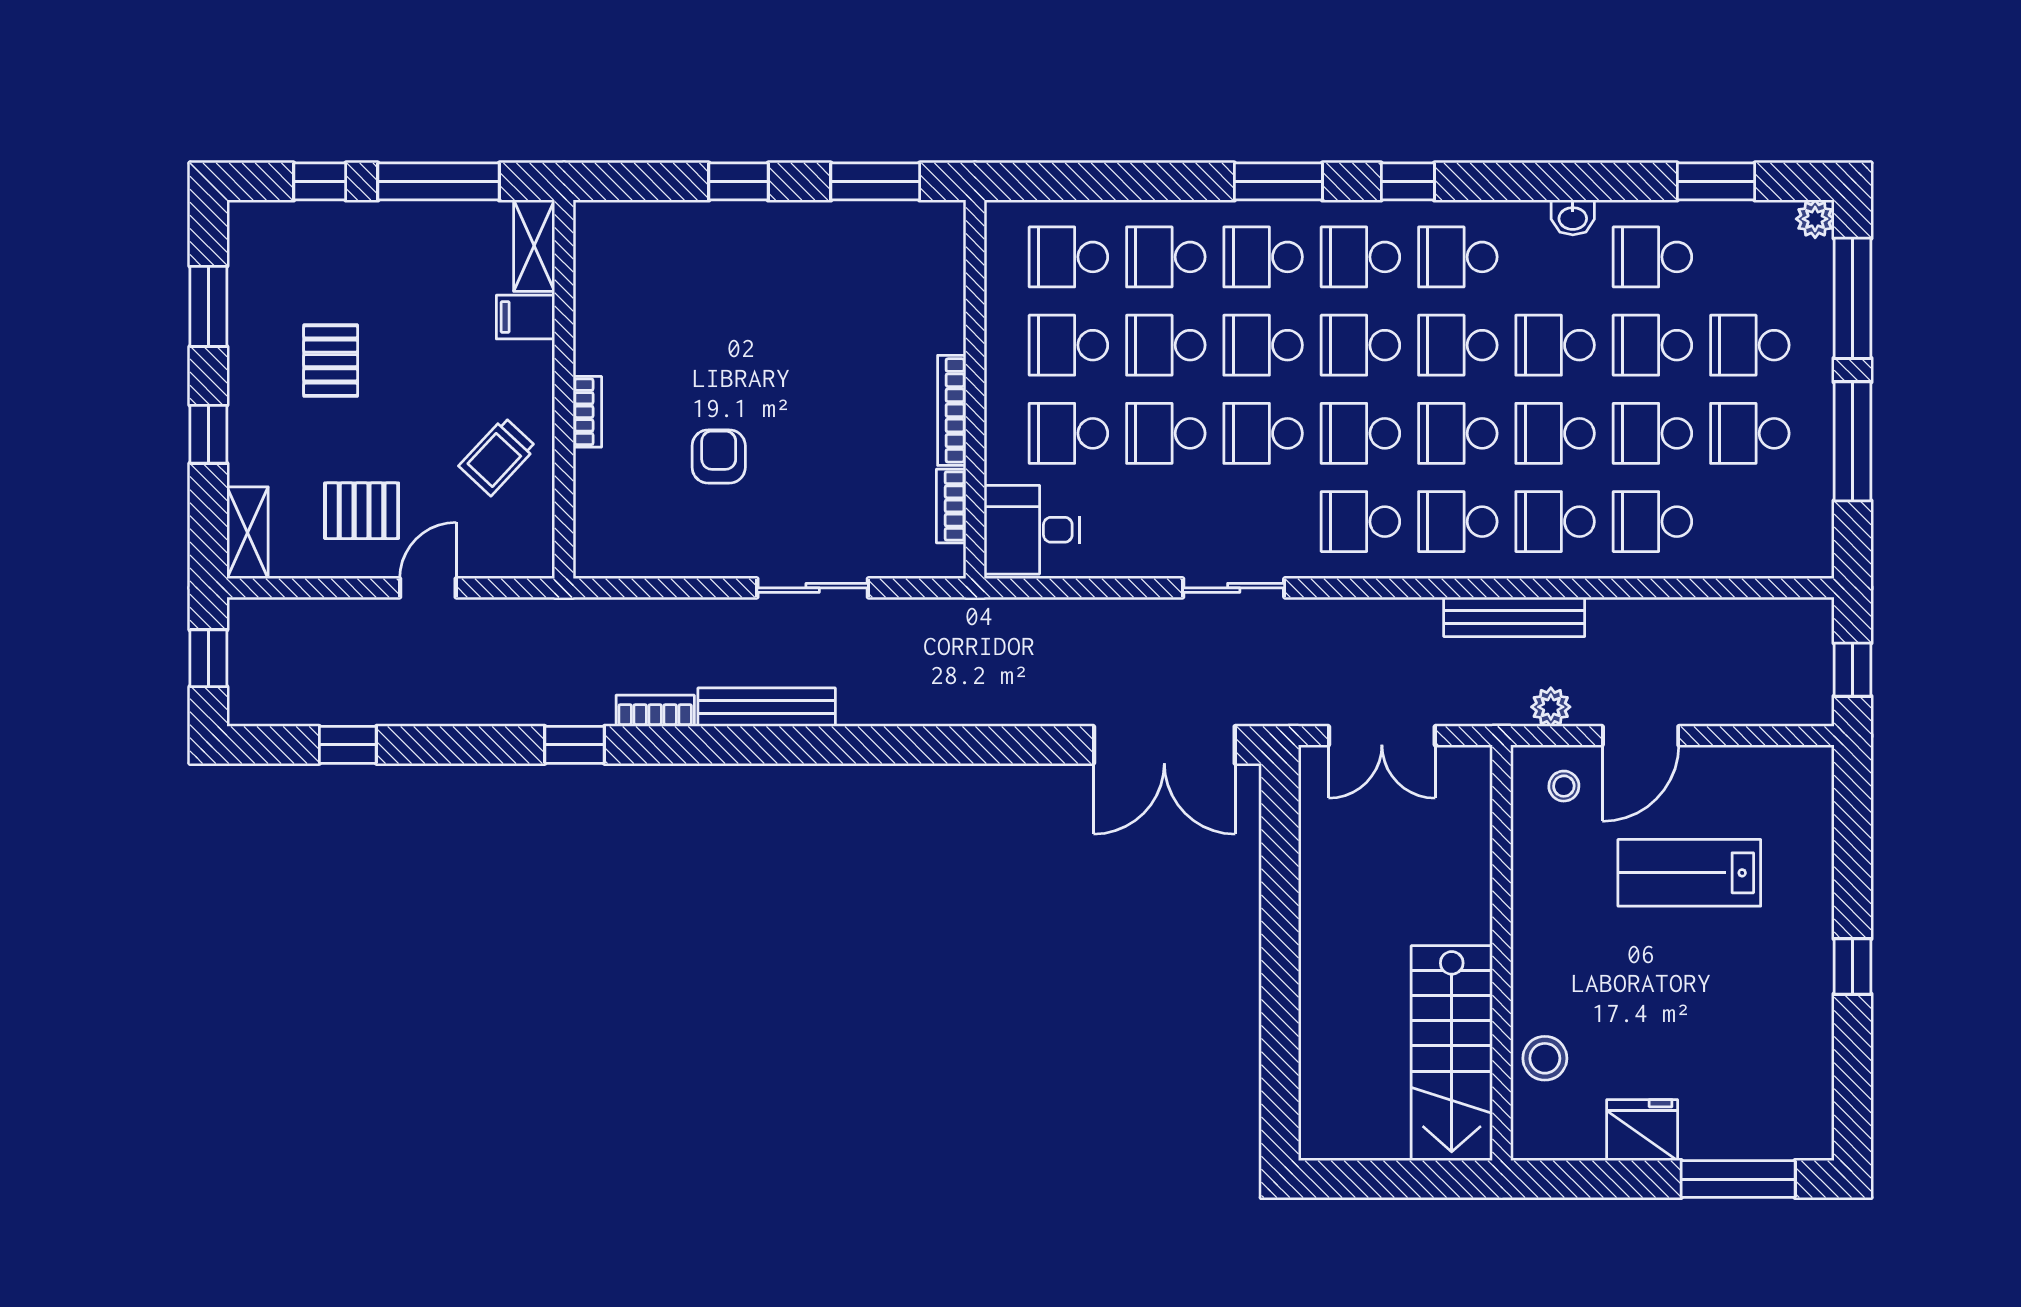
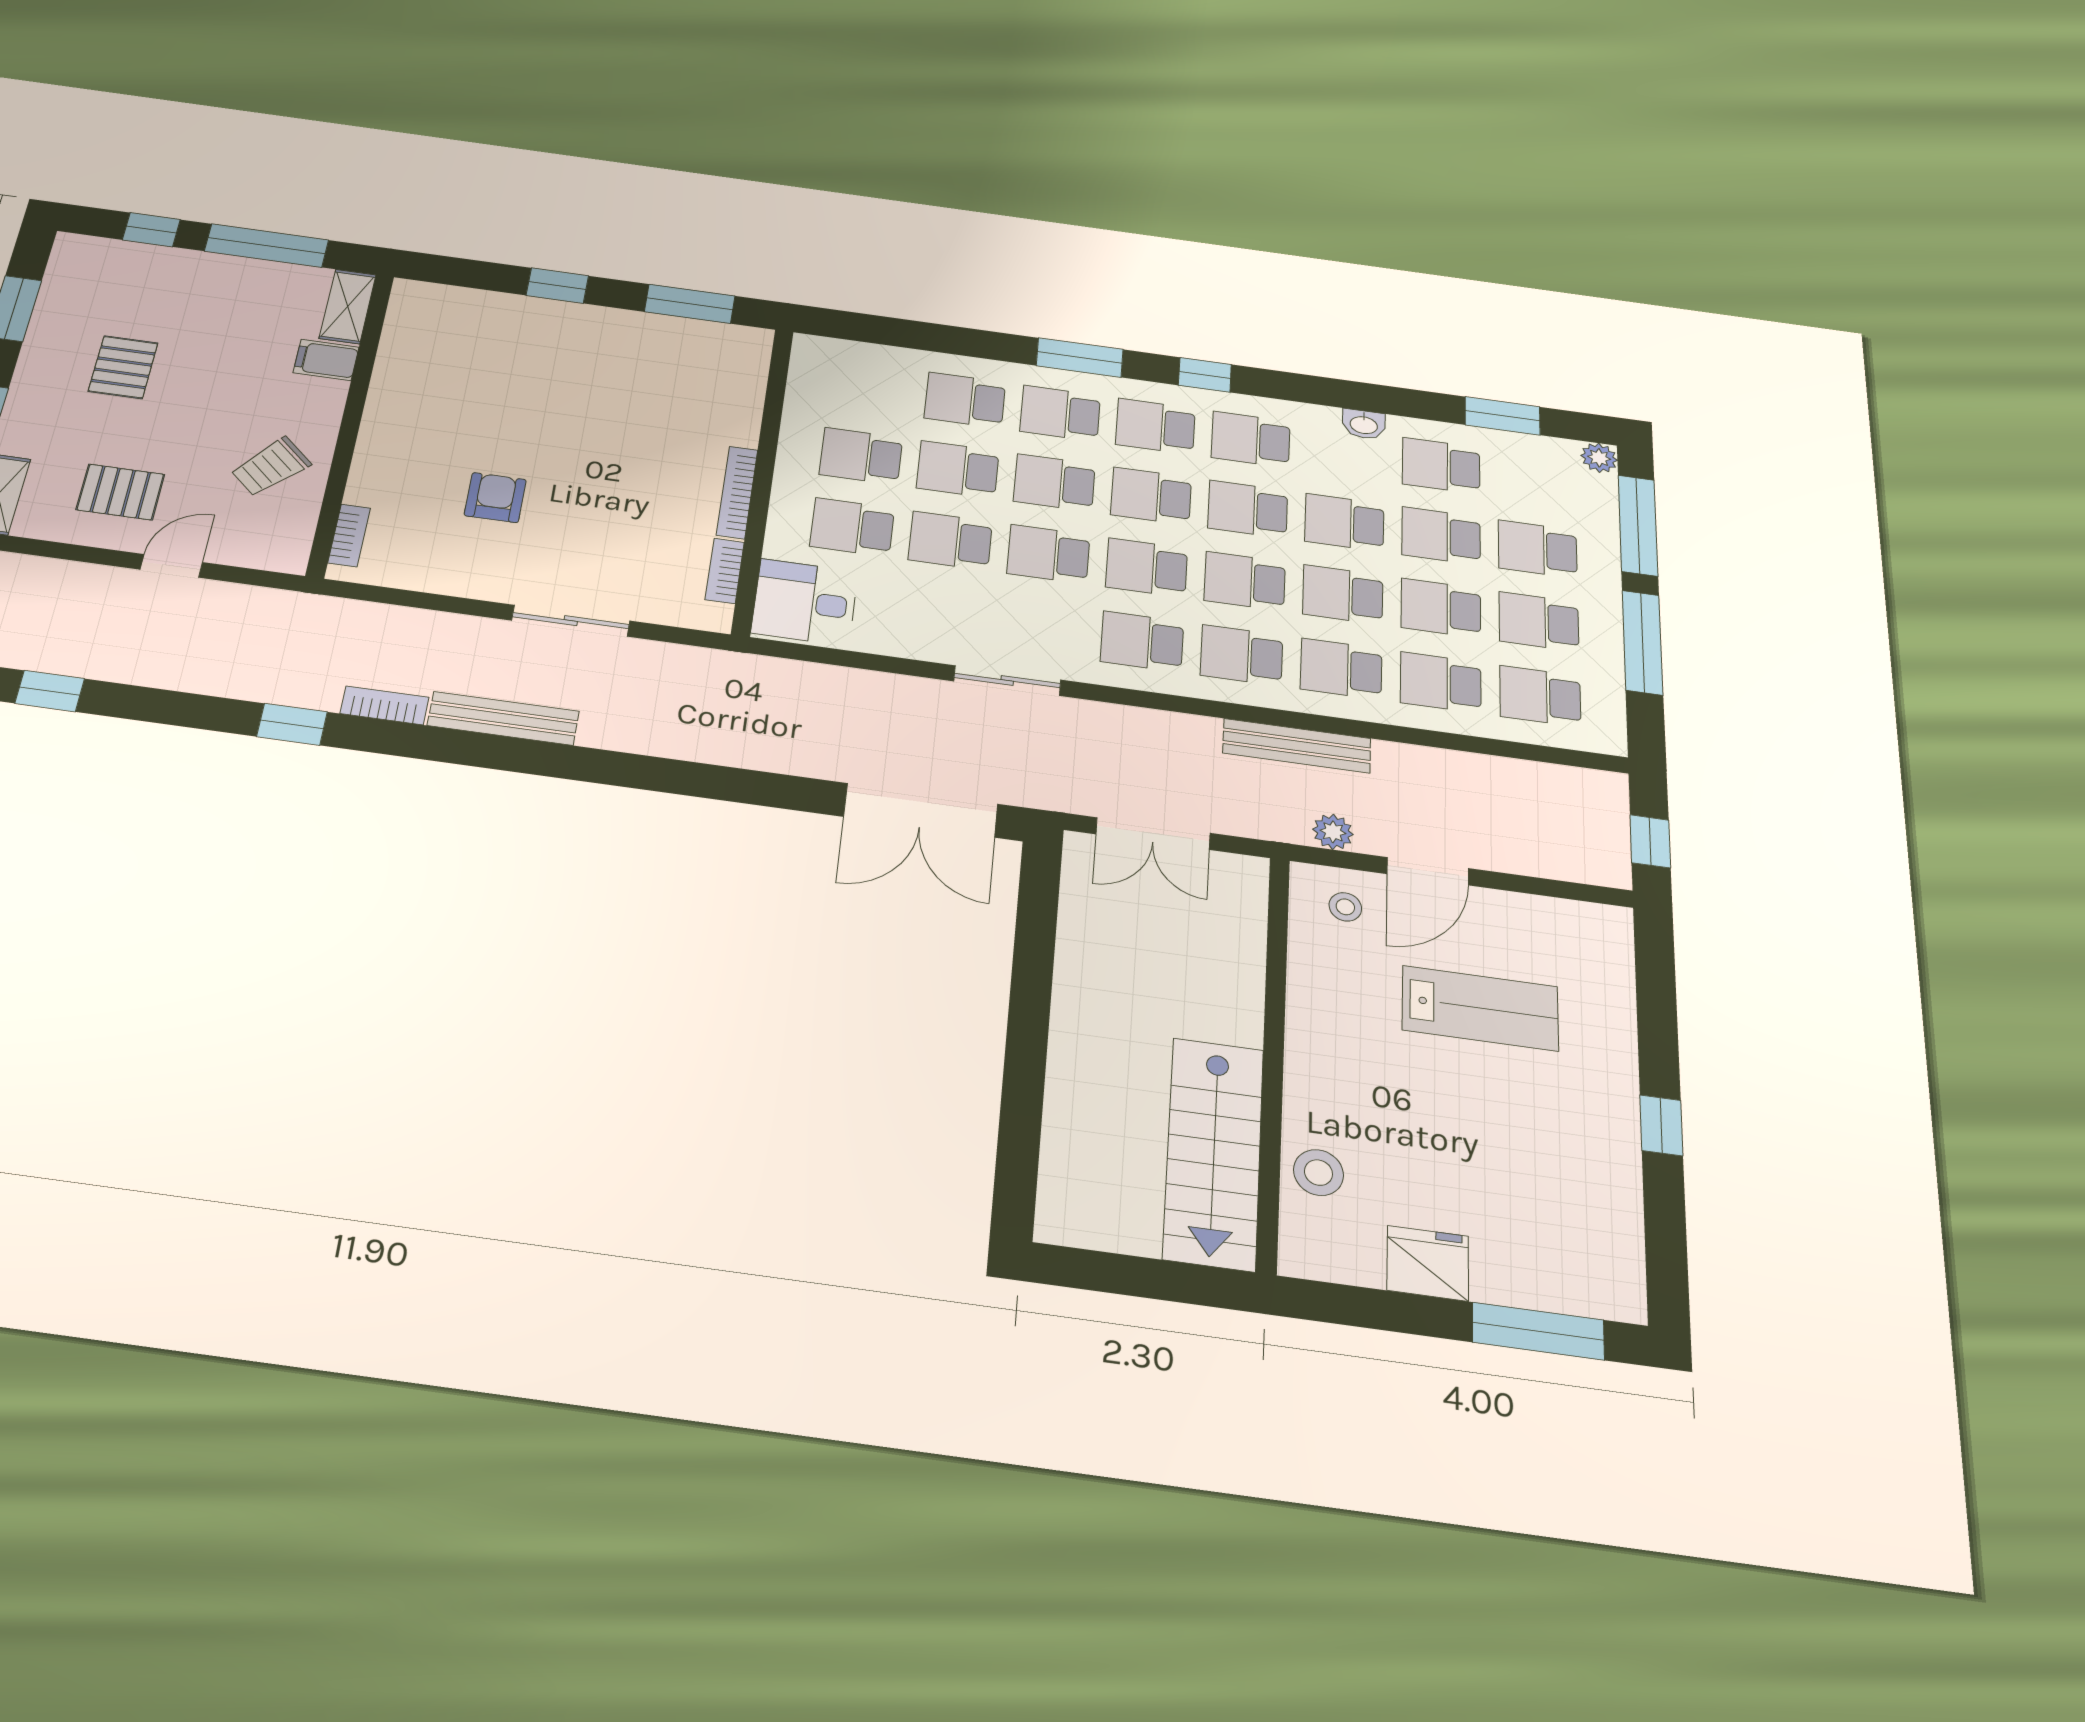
school desk: (1068, 257) -> (1540, 696), moved
bookcase: (587, 412) -> (349, 535), moved
lab bench: (1689, 873) -> (1480, 1008), turned 180

